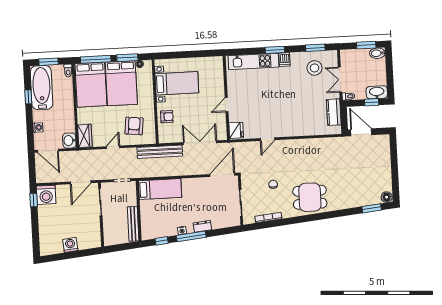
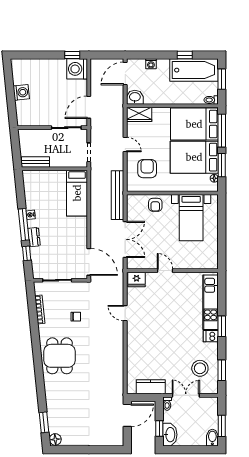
armchair: (134, 126) -> (147, 169), turned -96
door: (81, 182) -> (89, 107), hinge flipped
bench: (133, 224) -> (36, 162), width x0.73
window: (162, 241) -> (27, 253), moved

